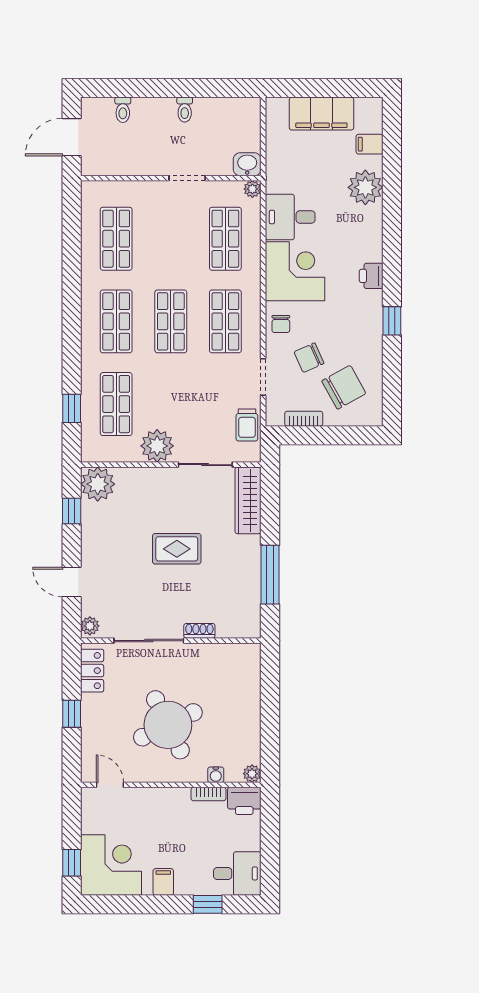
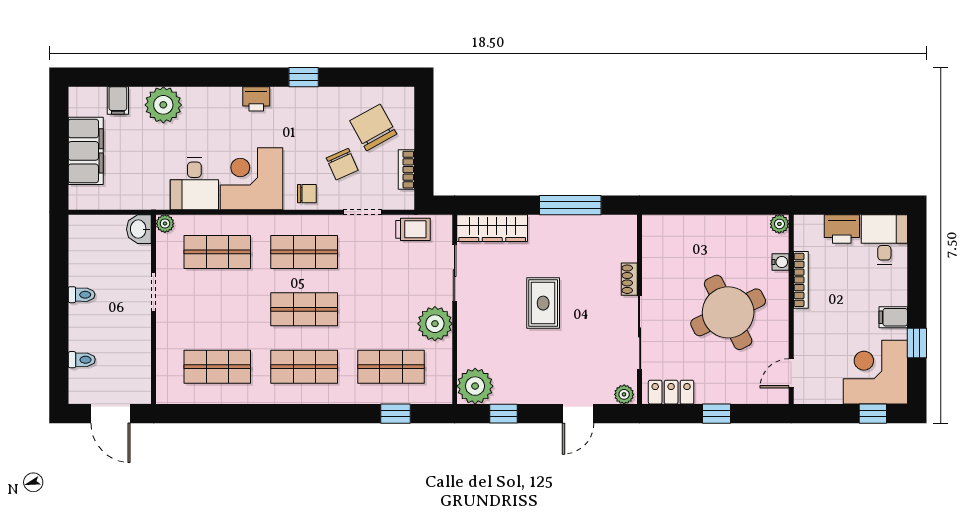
bookcase: (209, 794) -> (801, 280), width x1.56
printer: (244, 801) -> (842, 229), moved, turned 90
window: (208, 904) -> (917, 343), moved

